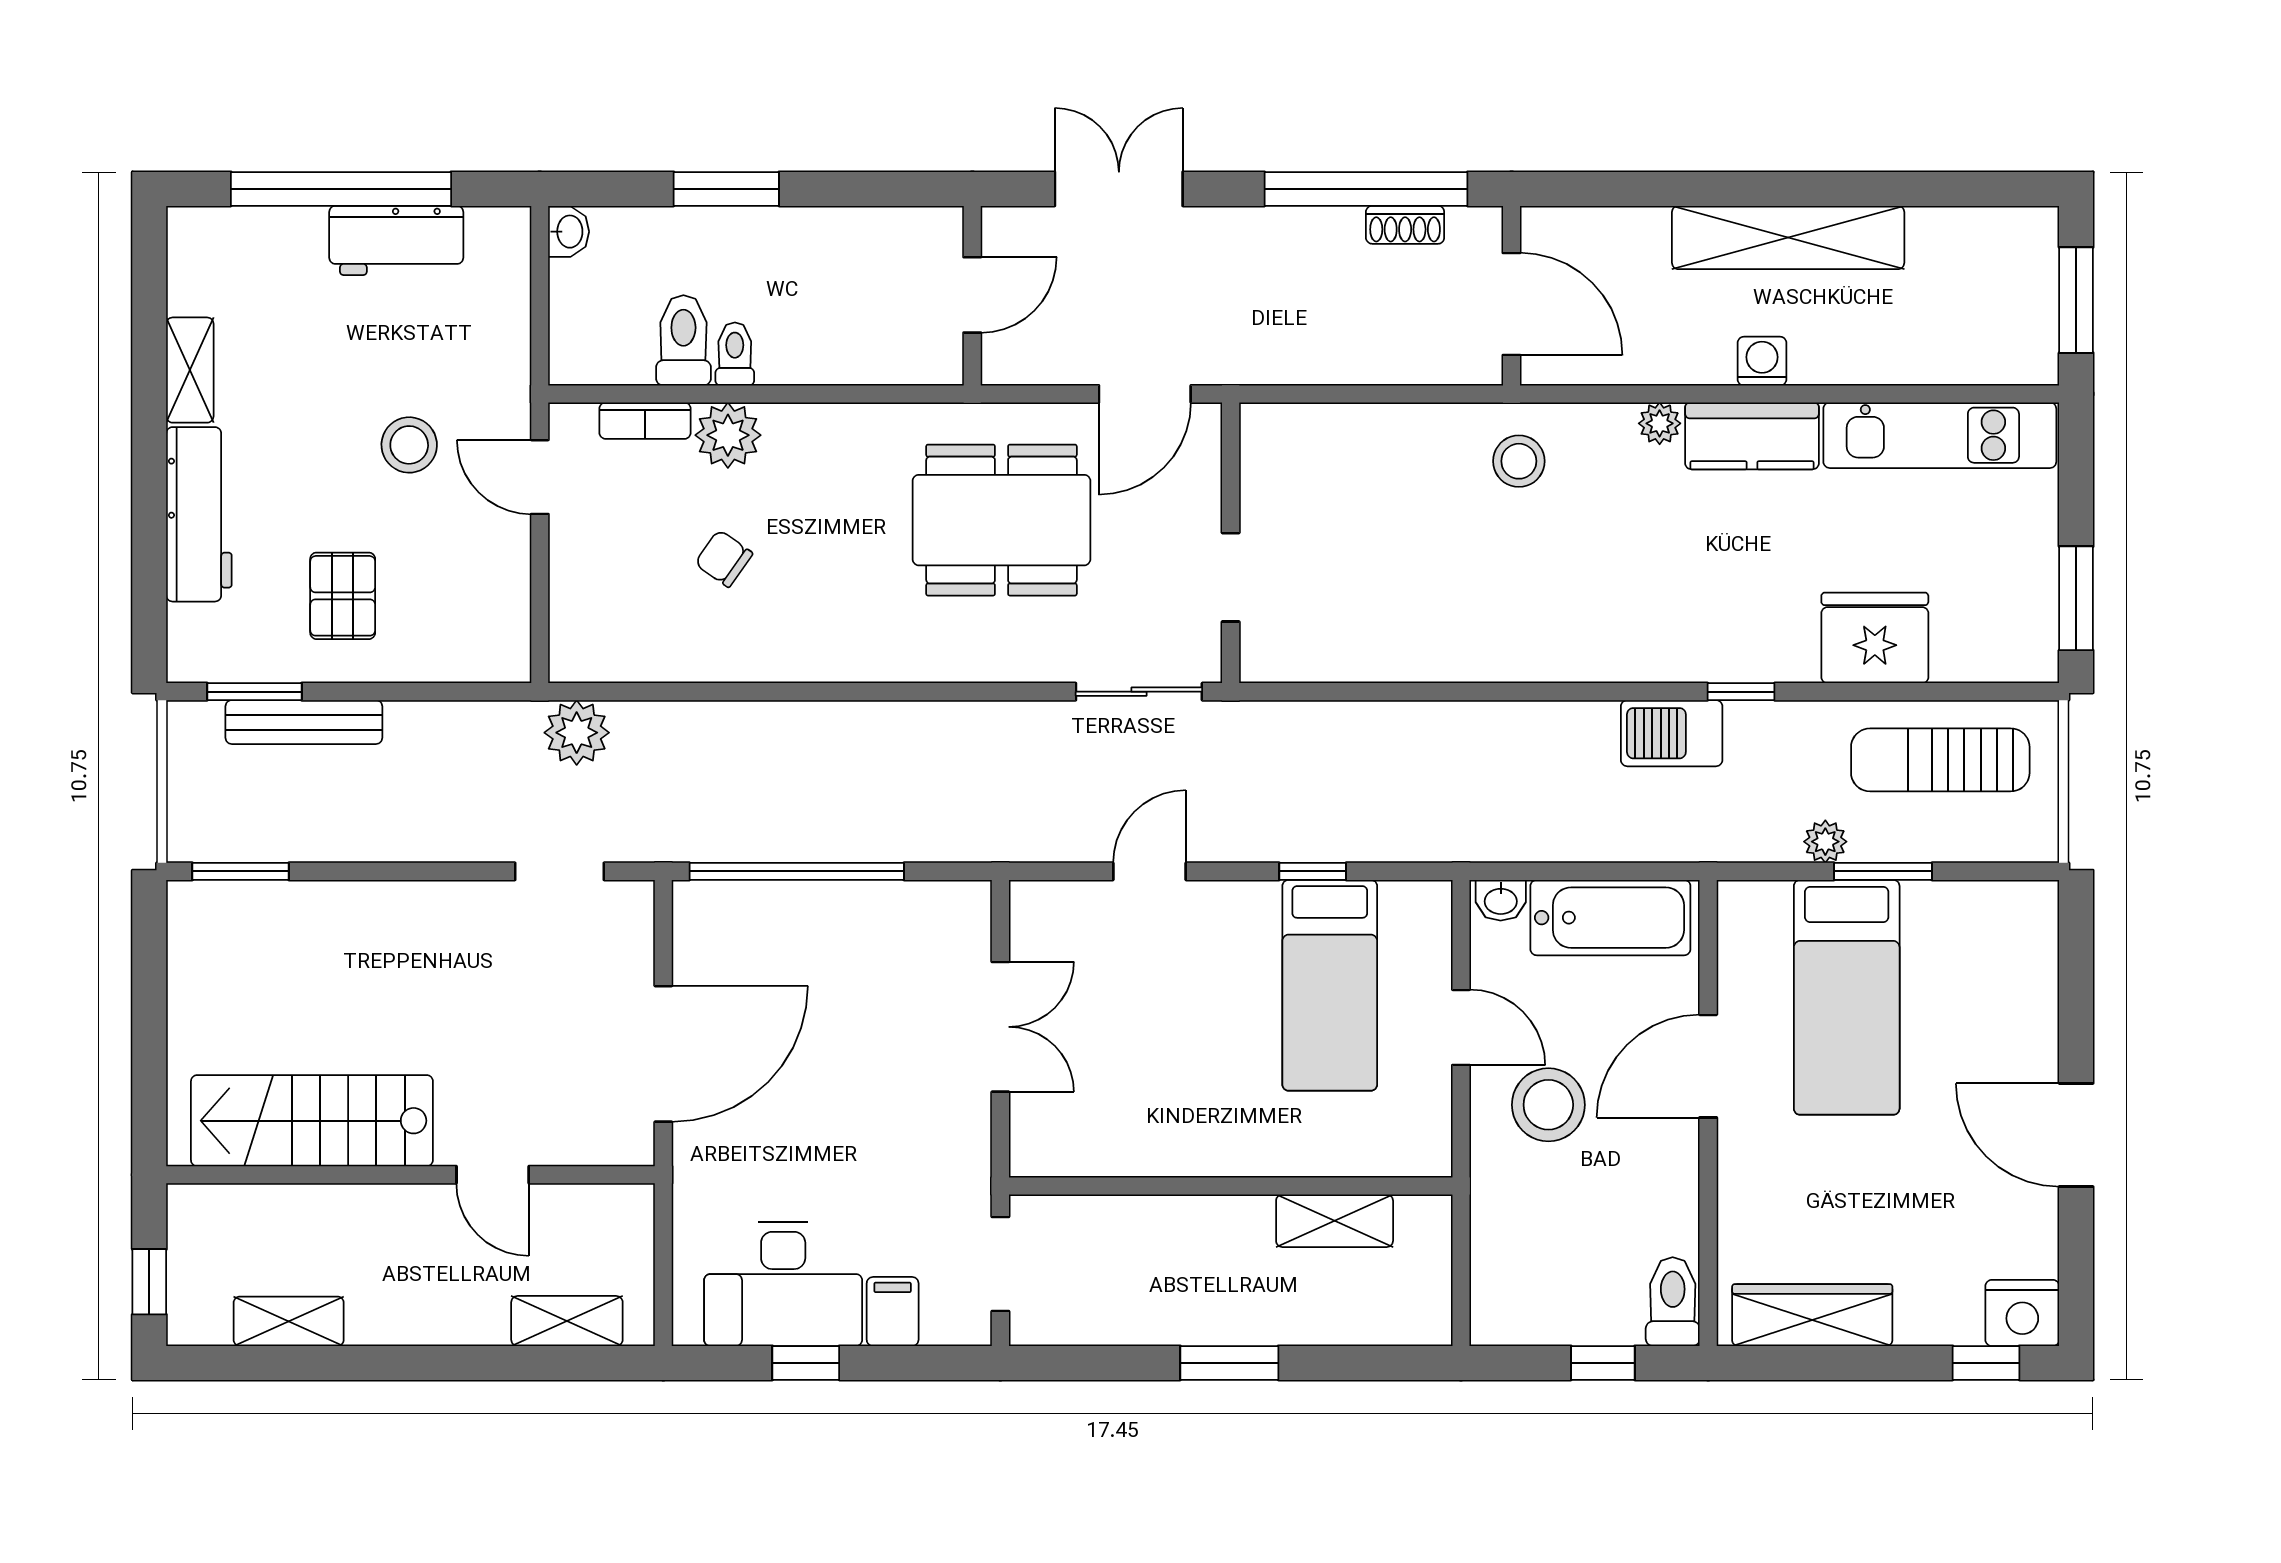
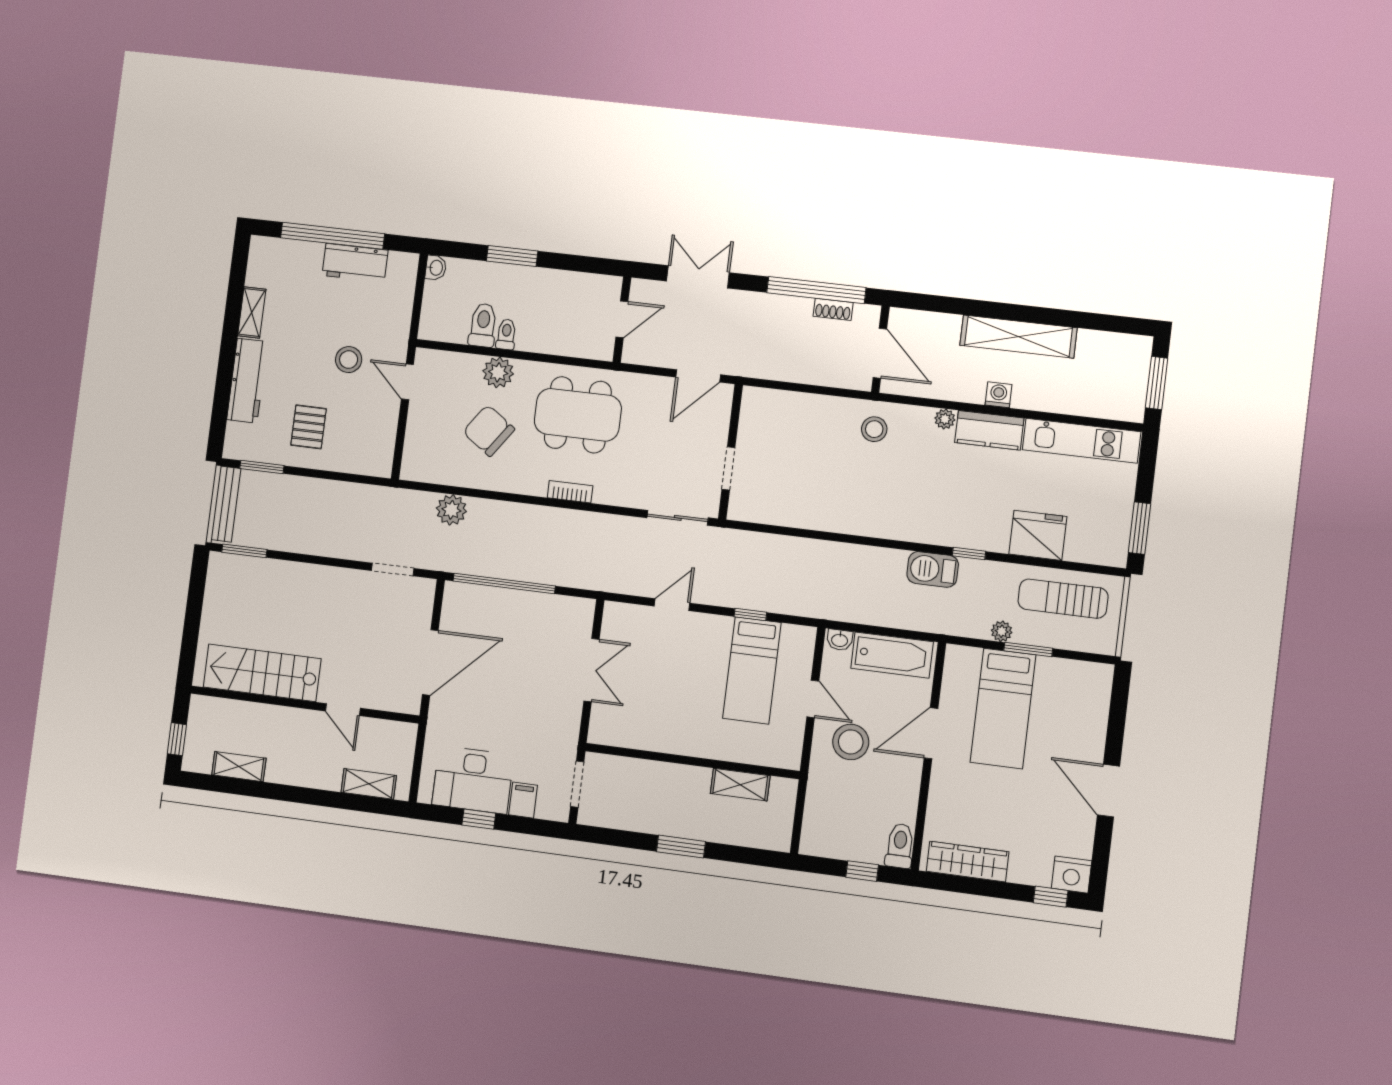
bookcase: (645, 421) -> (570, 492), moved, turned 180
dining table: (1001, 520) -> (578, 415), moved
chair: (724, 558) -> (489, 431), width x1.87, depth x1.87
bench: (304, 722) -> (226, 504), moved, turned 90
plant: (577, 733) -> (451, 510), moved

